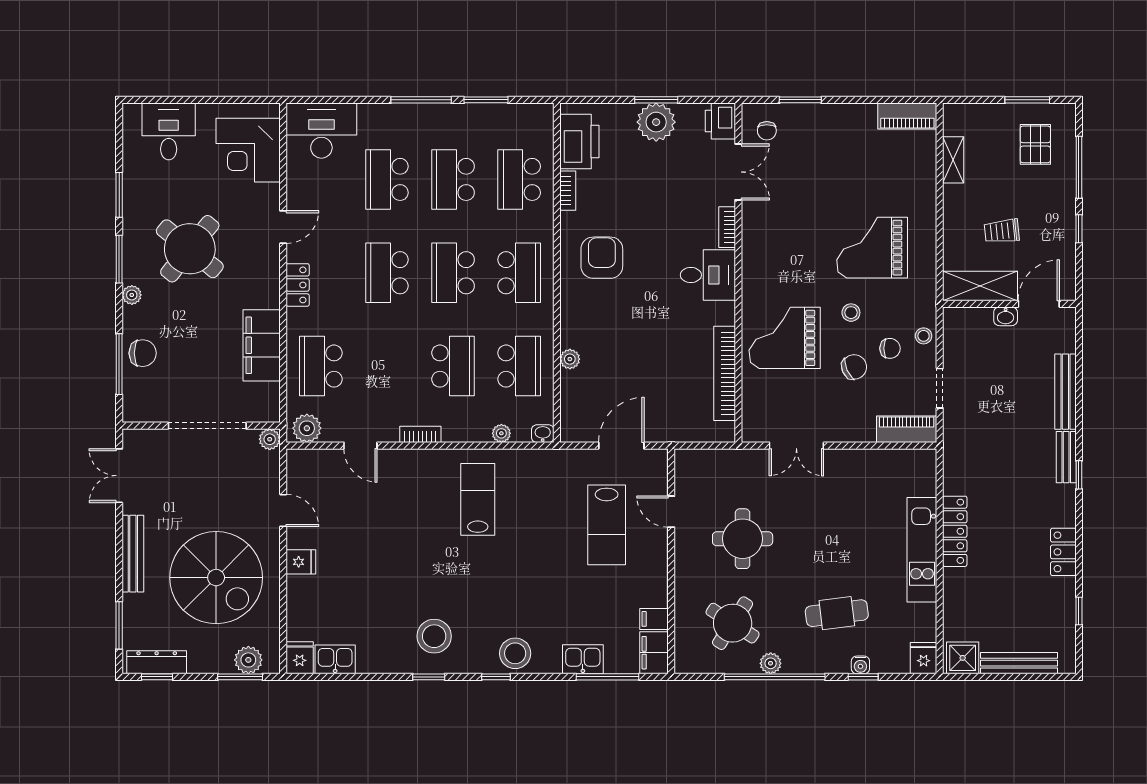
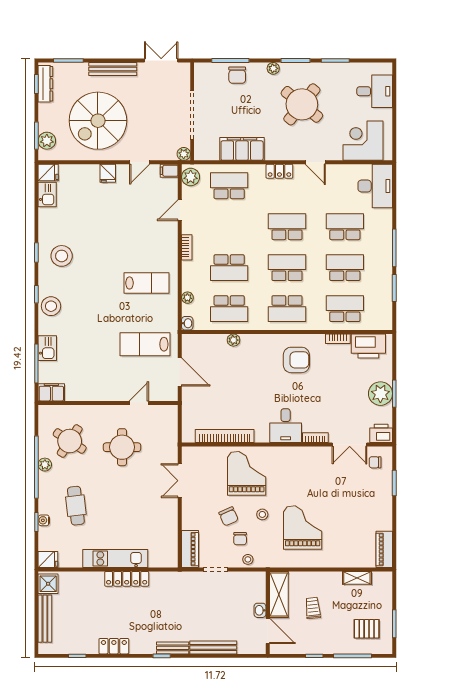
lab bench: (607, 525) -> (145, 344), moved
filing cabinet: (654, 619) -> (169, 171), moved, turned -90

